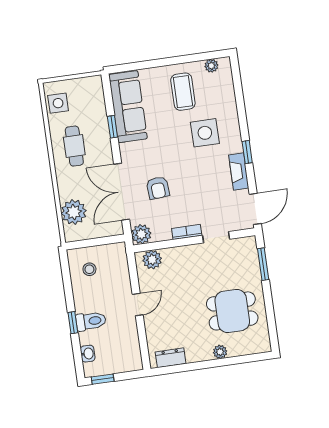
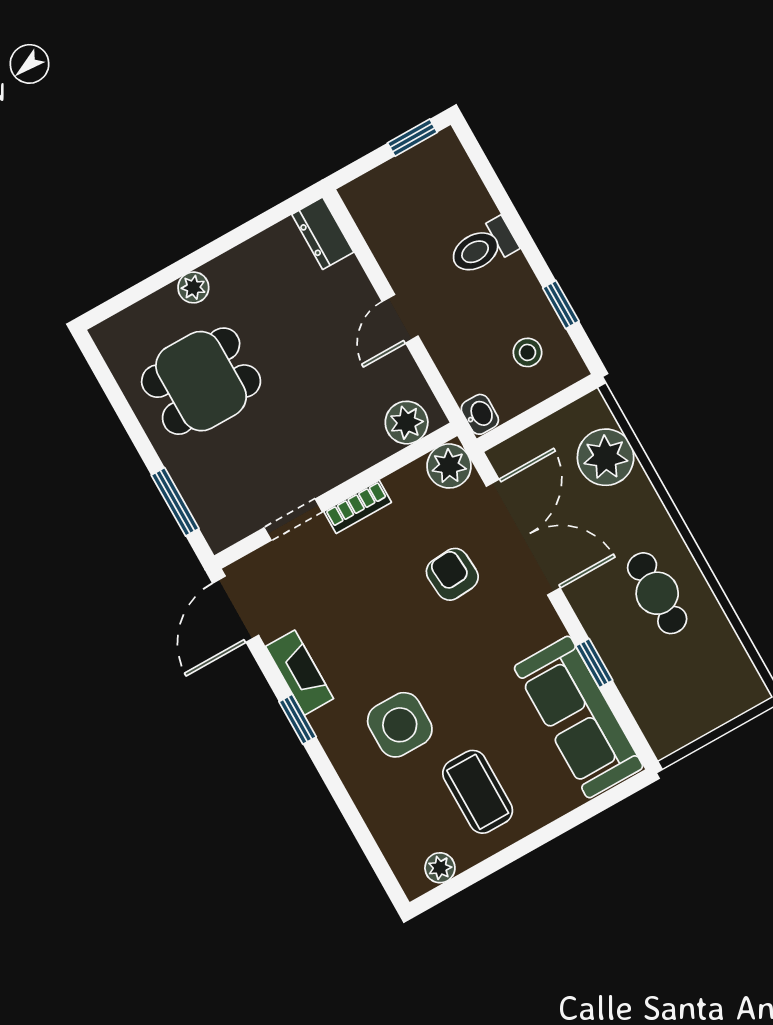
side table: (58, 103) -> (725, 668), removed
window: (73, 323) -> (561, 305), moved
washbasin: (88, 354) -> (480, 414), moved, turned 180
dresser: (171, 358) -> (323, 233), moved, turned 90

